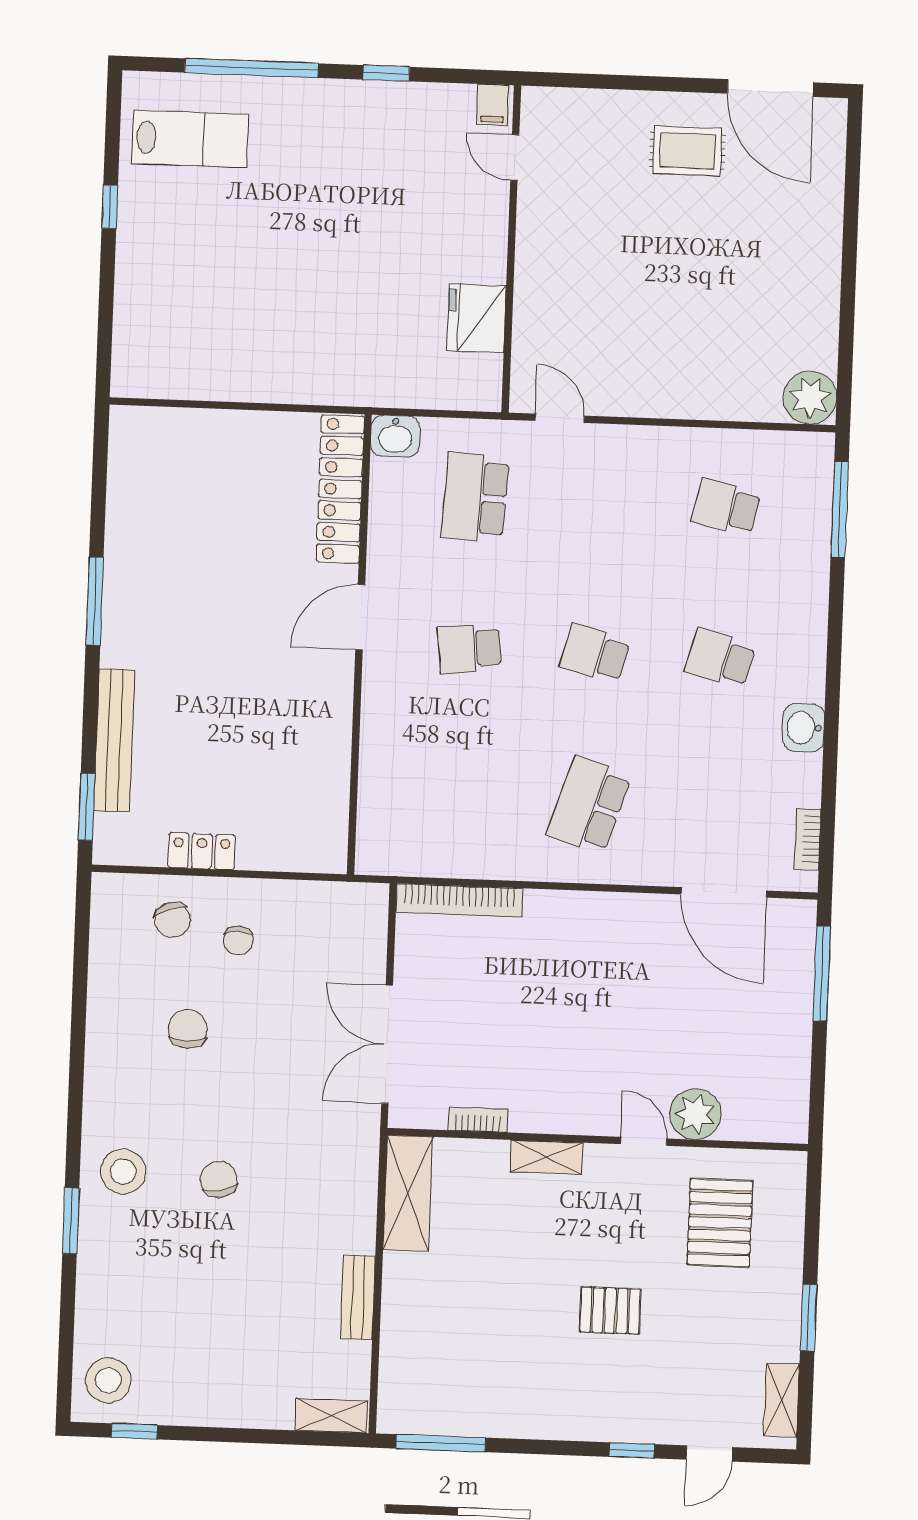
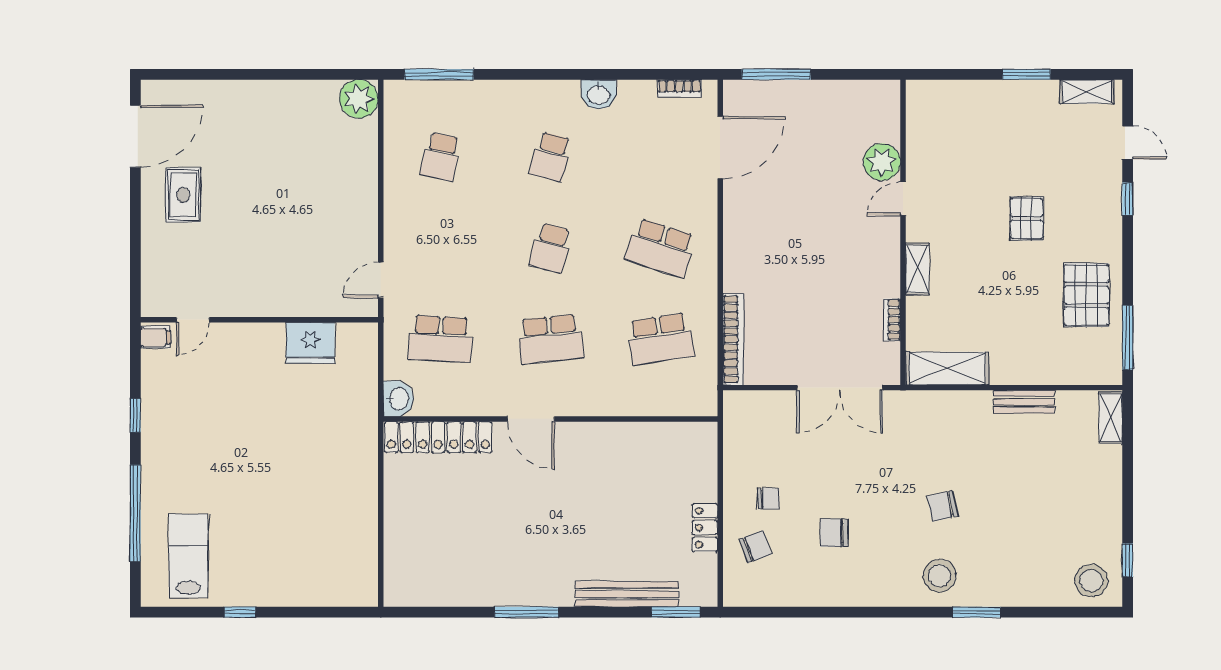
school desk: (469, 649) -> (550, 339), width x1.85
school desk: (463, 800) -> (661, 339), added
pallet: (720, 1223) -> (1086, 295), moved, turned 90

